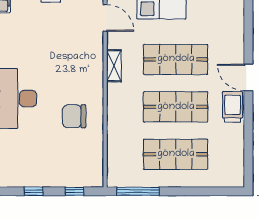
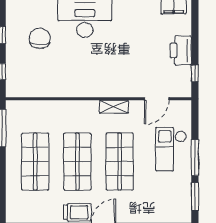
chair: (74, 116) -> (40, 38), moved

